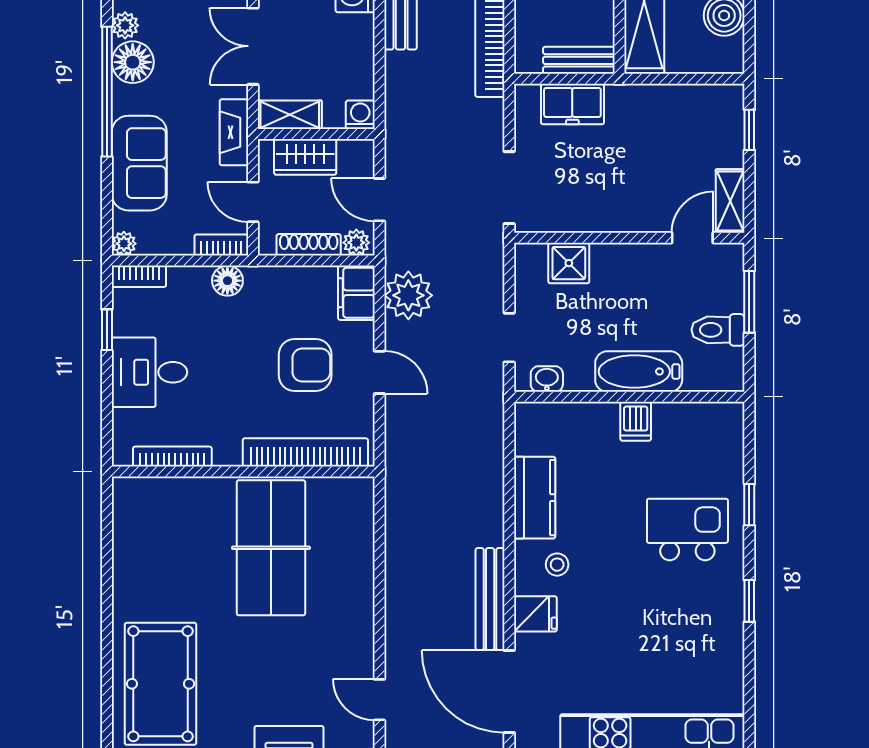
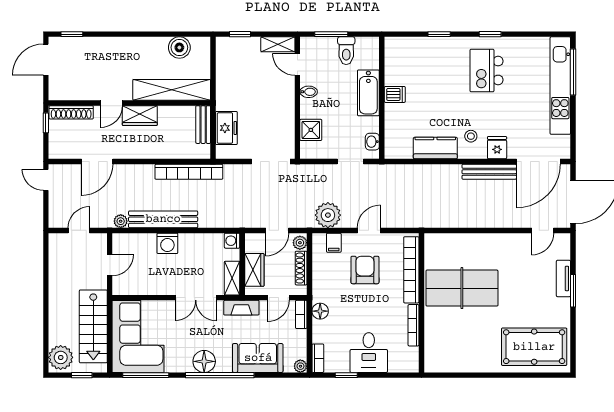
plant: (125, 25) -> (185, 366), removed
bidet: (641, 259) -> (309, 92), added
filing cabinet: (356, 293) -> (334, 243), width x0.50
bookcase: (172, 457) -> (414, 325), moved
kitchen island: (687, 529) -> (487, 70), moved

